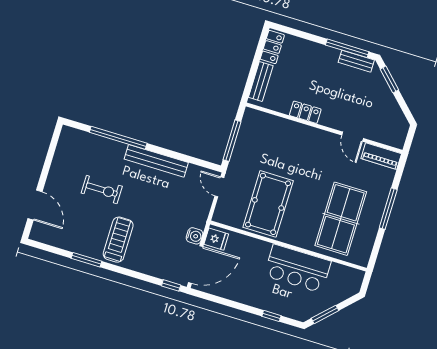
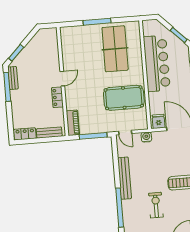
door: (353, 137) -> (62, 79), moved
piano: (381, 156) -> (73, 123), moved
door: (219, 187) -> (125, 132), hinge flipped
table tennis table: (341, 219) -> (115, 49), turned 90
water cooler: (195, 236) -> (146, 137), moved
bar counter: (298, 268) -> (157, 63), width x1.36

